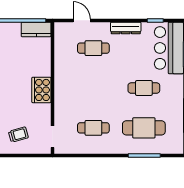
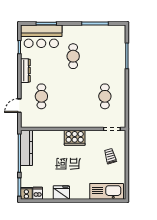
kitchen counter: (36, 29) -> (27, 148), width x1.50
cafe table: (144, 128) -> (105, 56), removed

